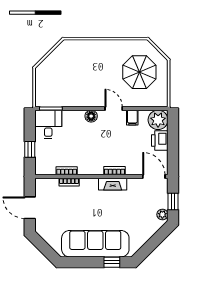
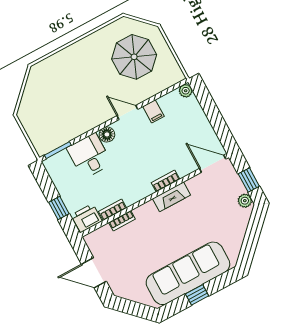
plant: (158, 120) -> (186, 91), width x0.53, depth x0.53
desk: (48, 124) -> (89, 156), moved
printer: (160, 141) -> (87, 218), moved, turned 90
window: (112, 262) -> (197, 295), moved

